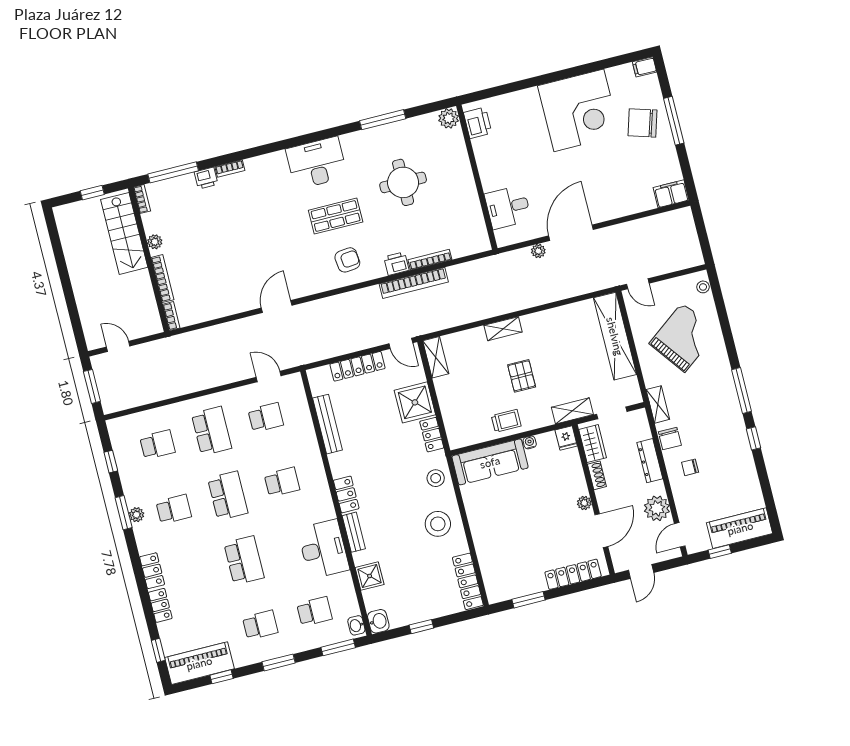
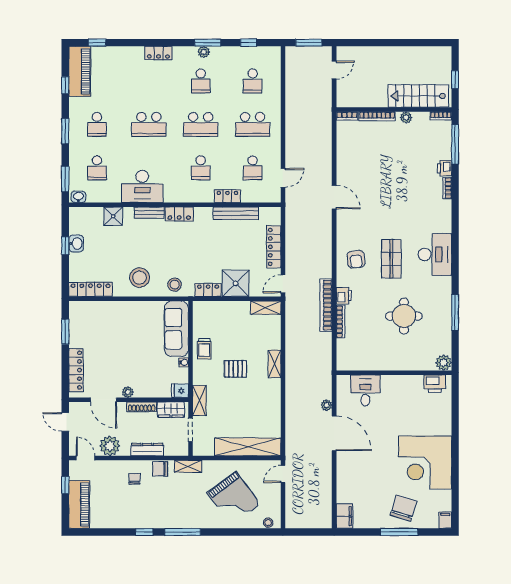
shoe rack: (597, 475) -> (142, 407), width x1.43
locker: (160, 605) -> (227, 196), moved, turned 180
washbasin: (378, 621) -> (76, 244), moved, turned -90

